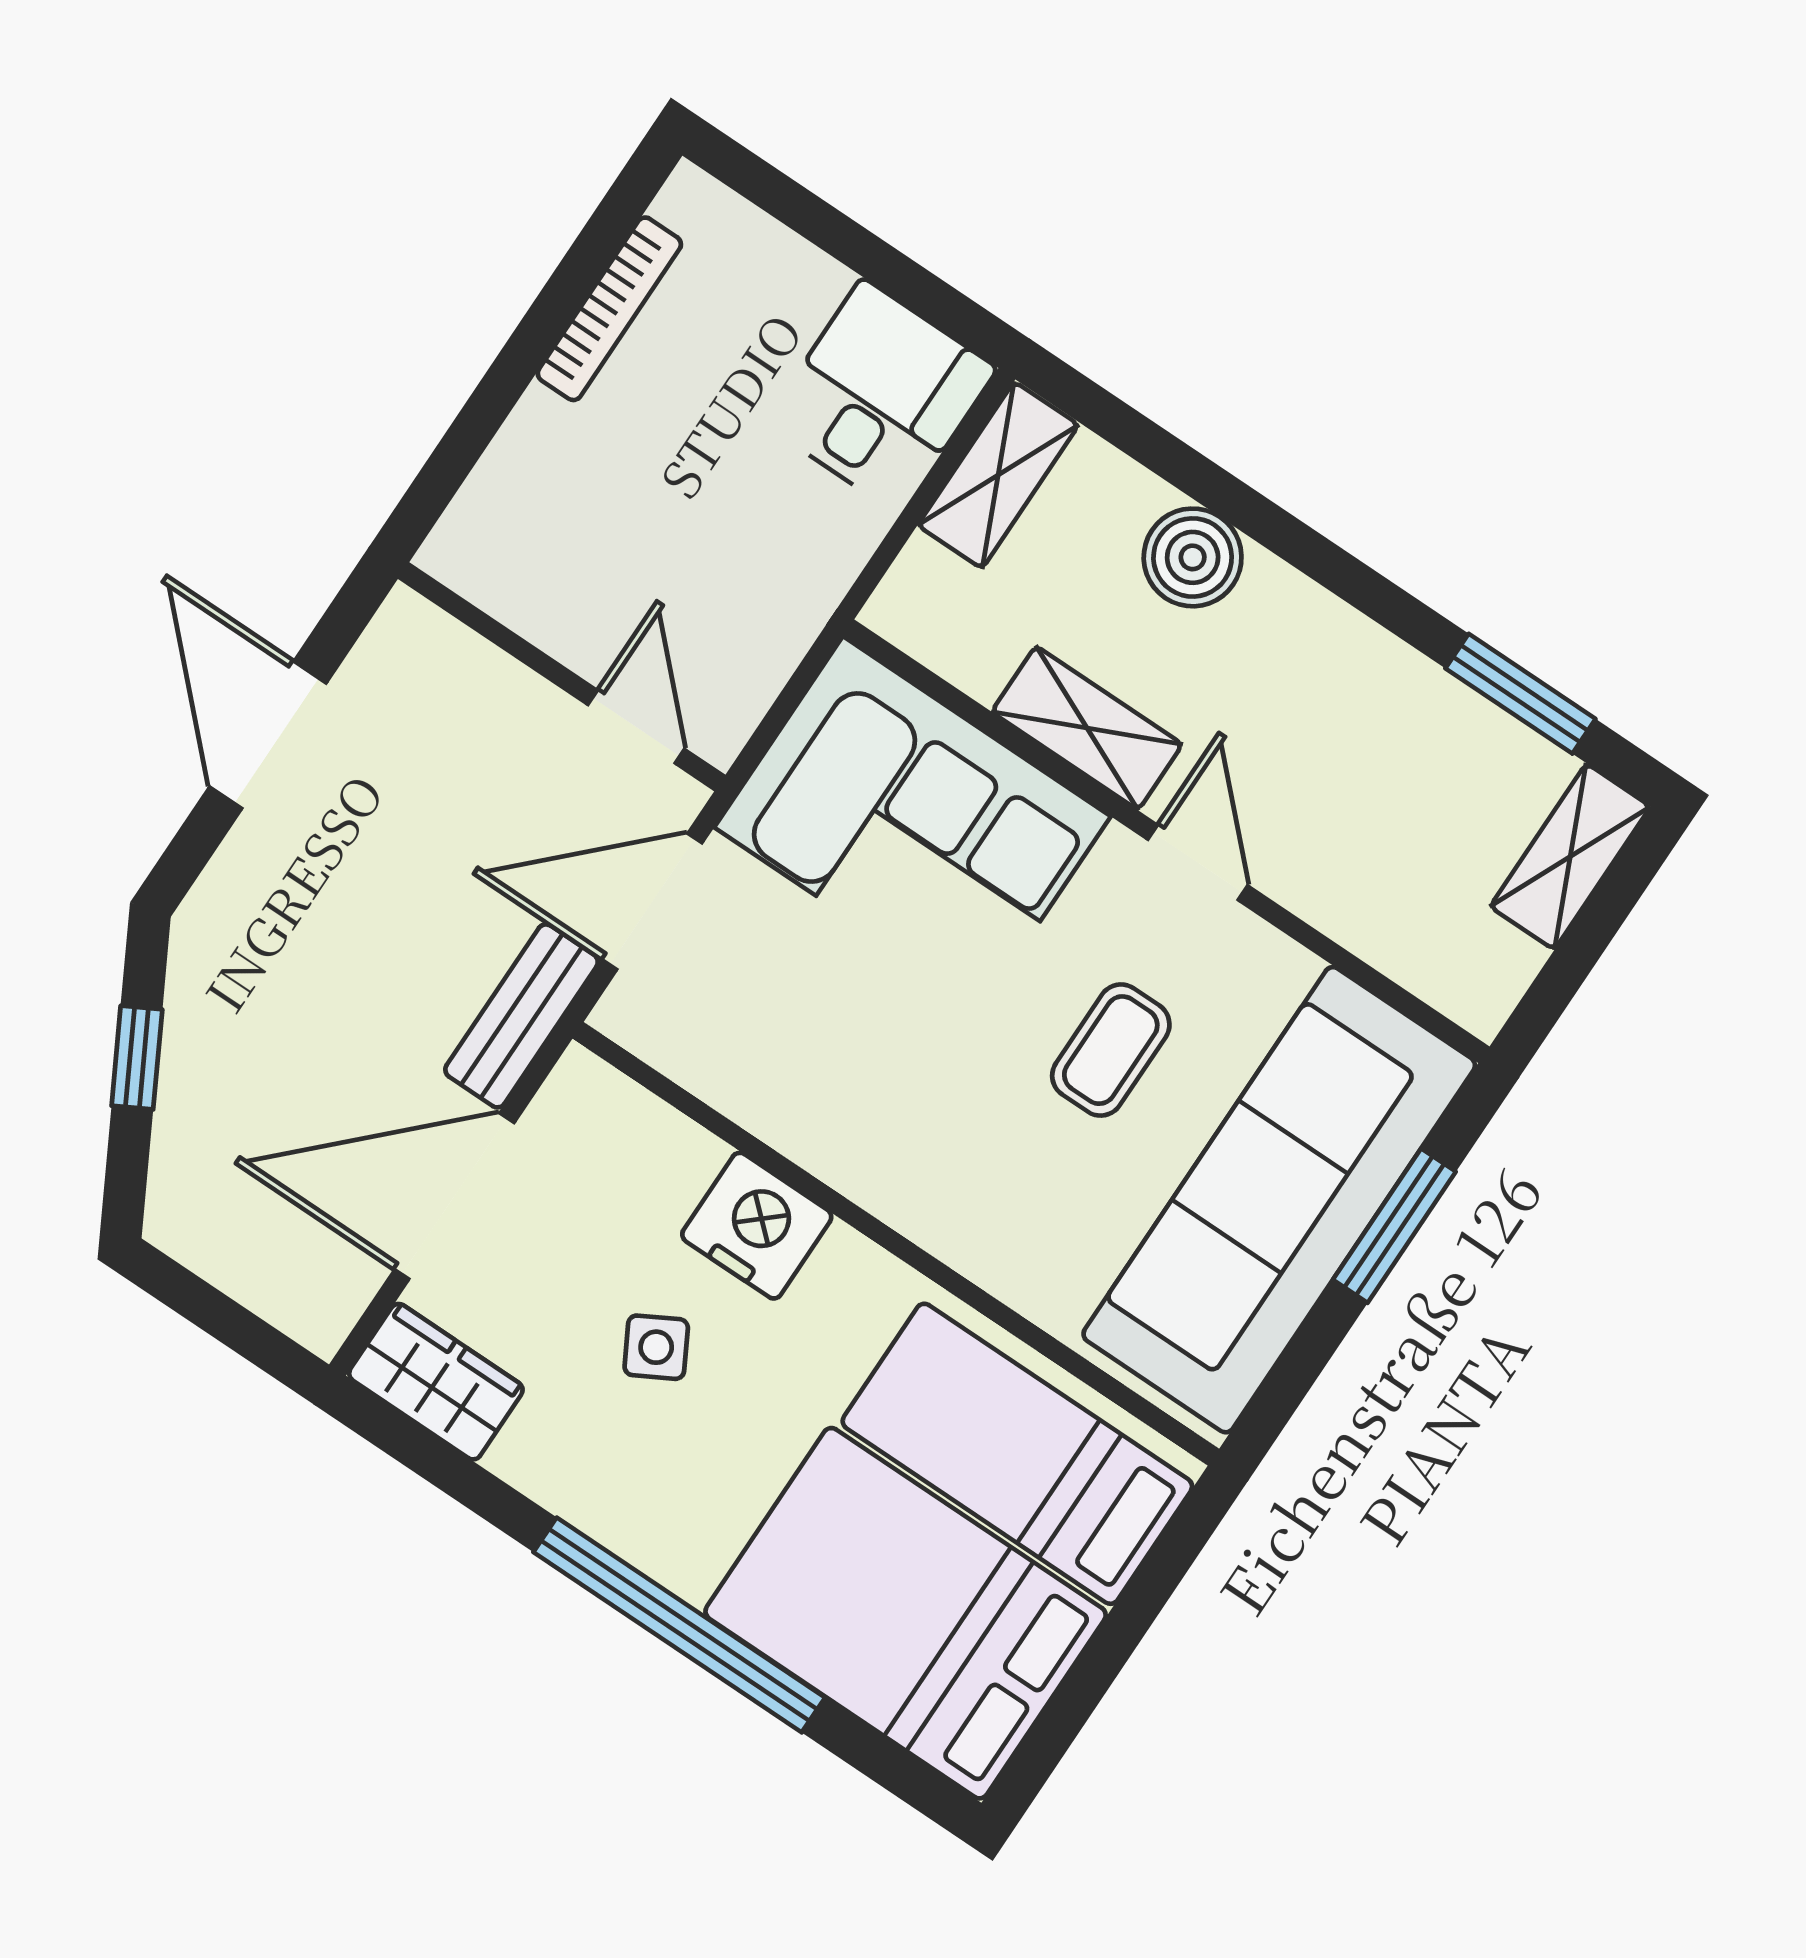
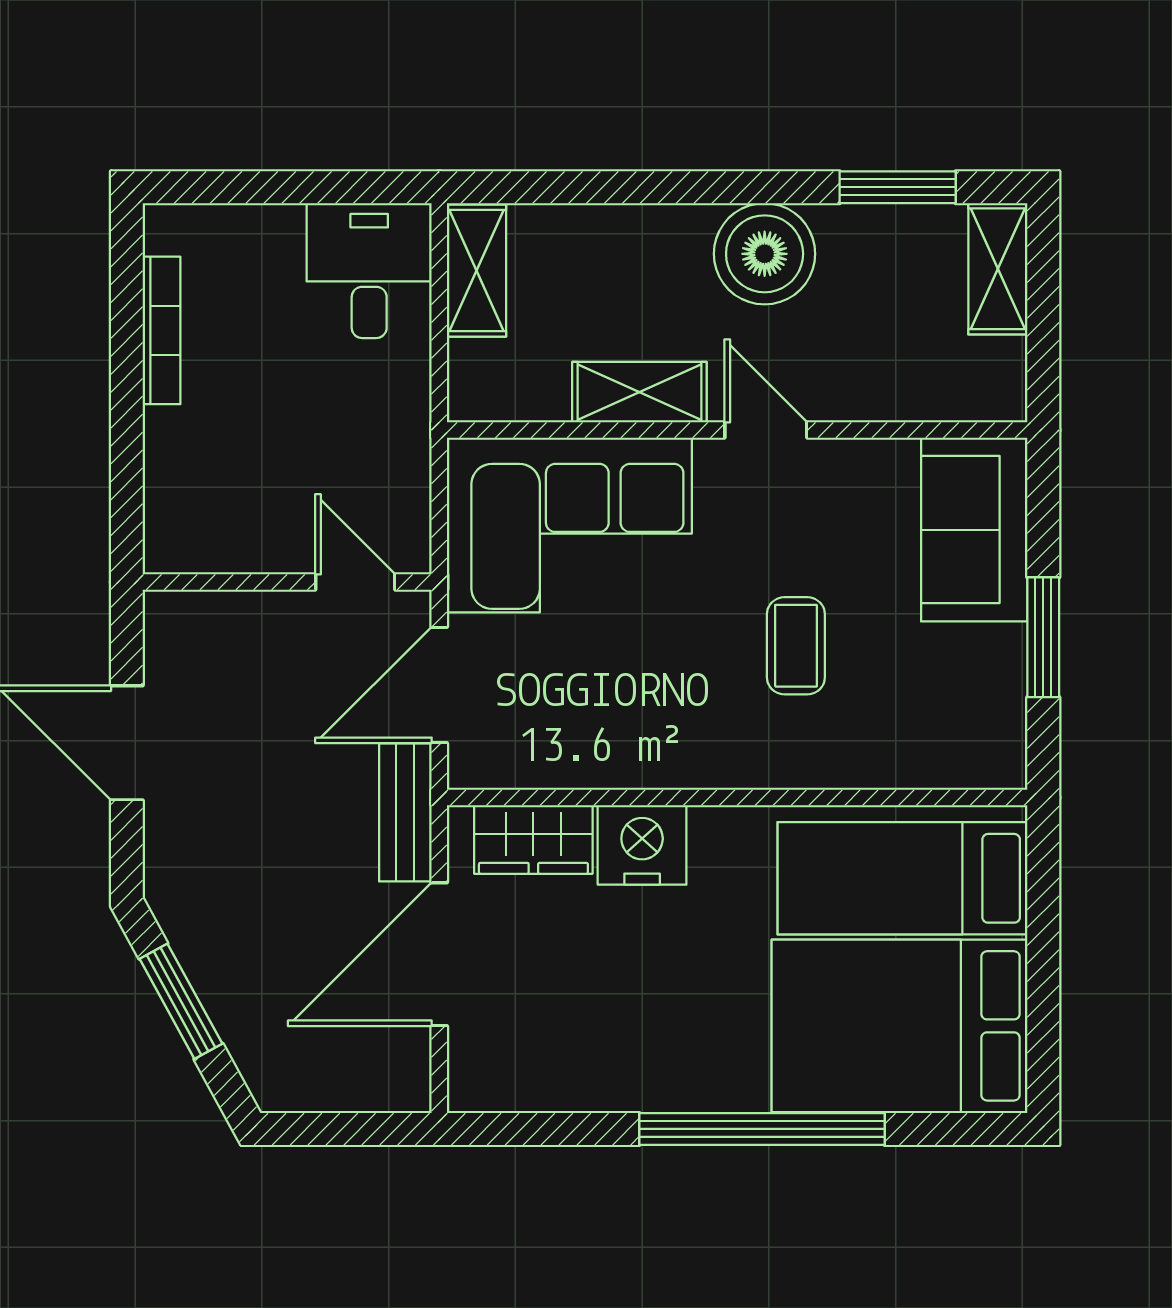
boiler: (1193, 557) -> (765, 254), moved, width x1.37, depth x1.37
coffee table: (1111, 1050) -> (796, 646), moved
window: (137, 1058) -> (181, 1001), width x1.50
sofa: (1279, 1200) -> (974, 530), width x0.54, depth x0.79
window: (1394, 1226) -> (1043, 637), moved
side table: (656, 1347) -> (630, 964), removed
wardrobe: (436, 1382) -> (533, 839), moved, turned 180

